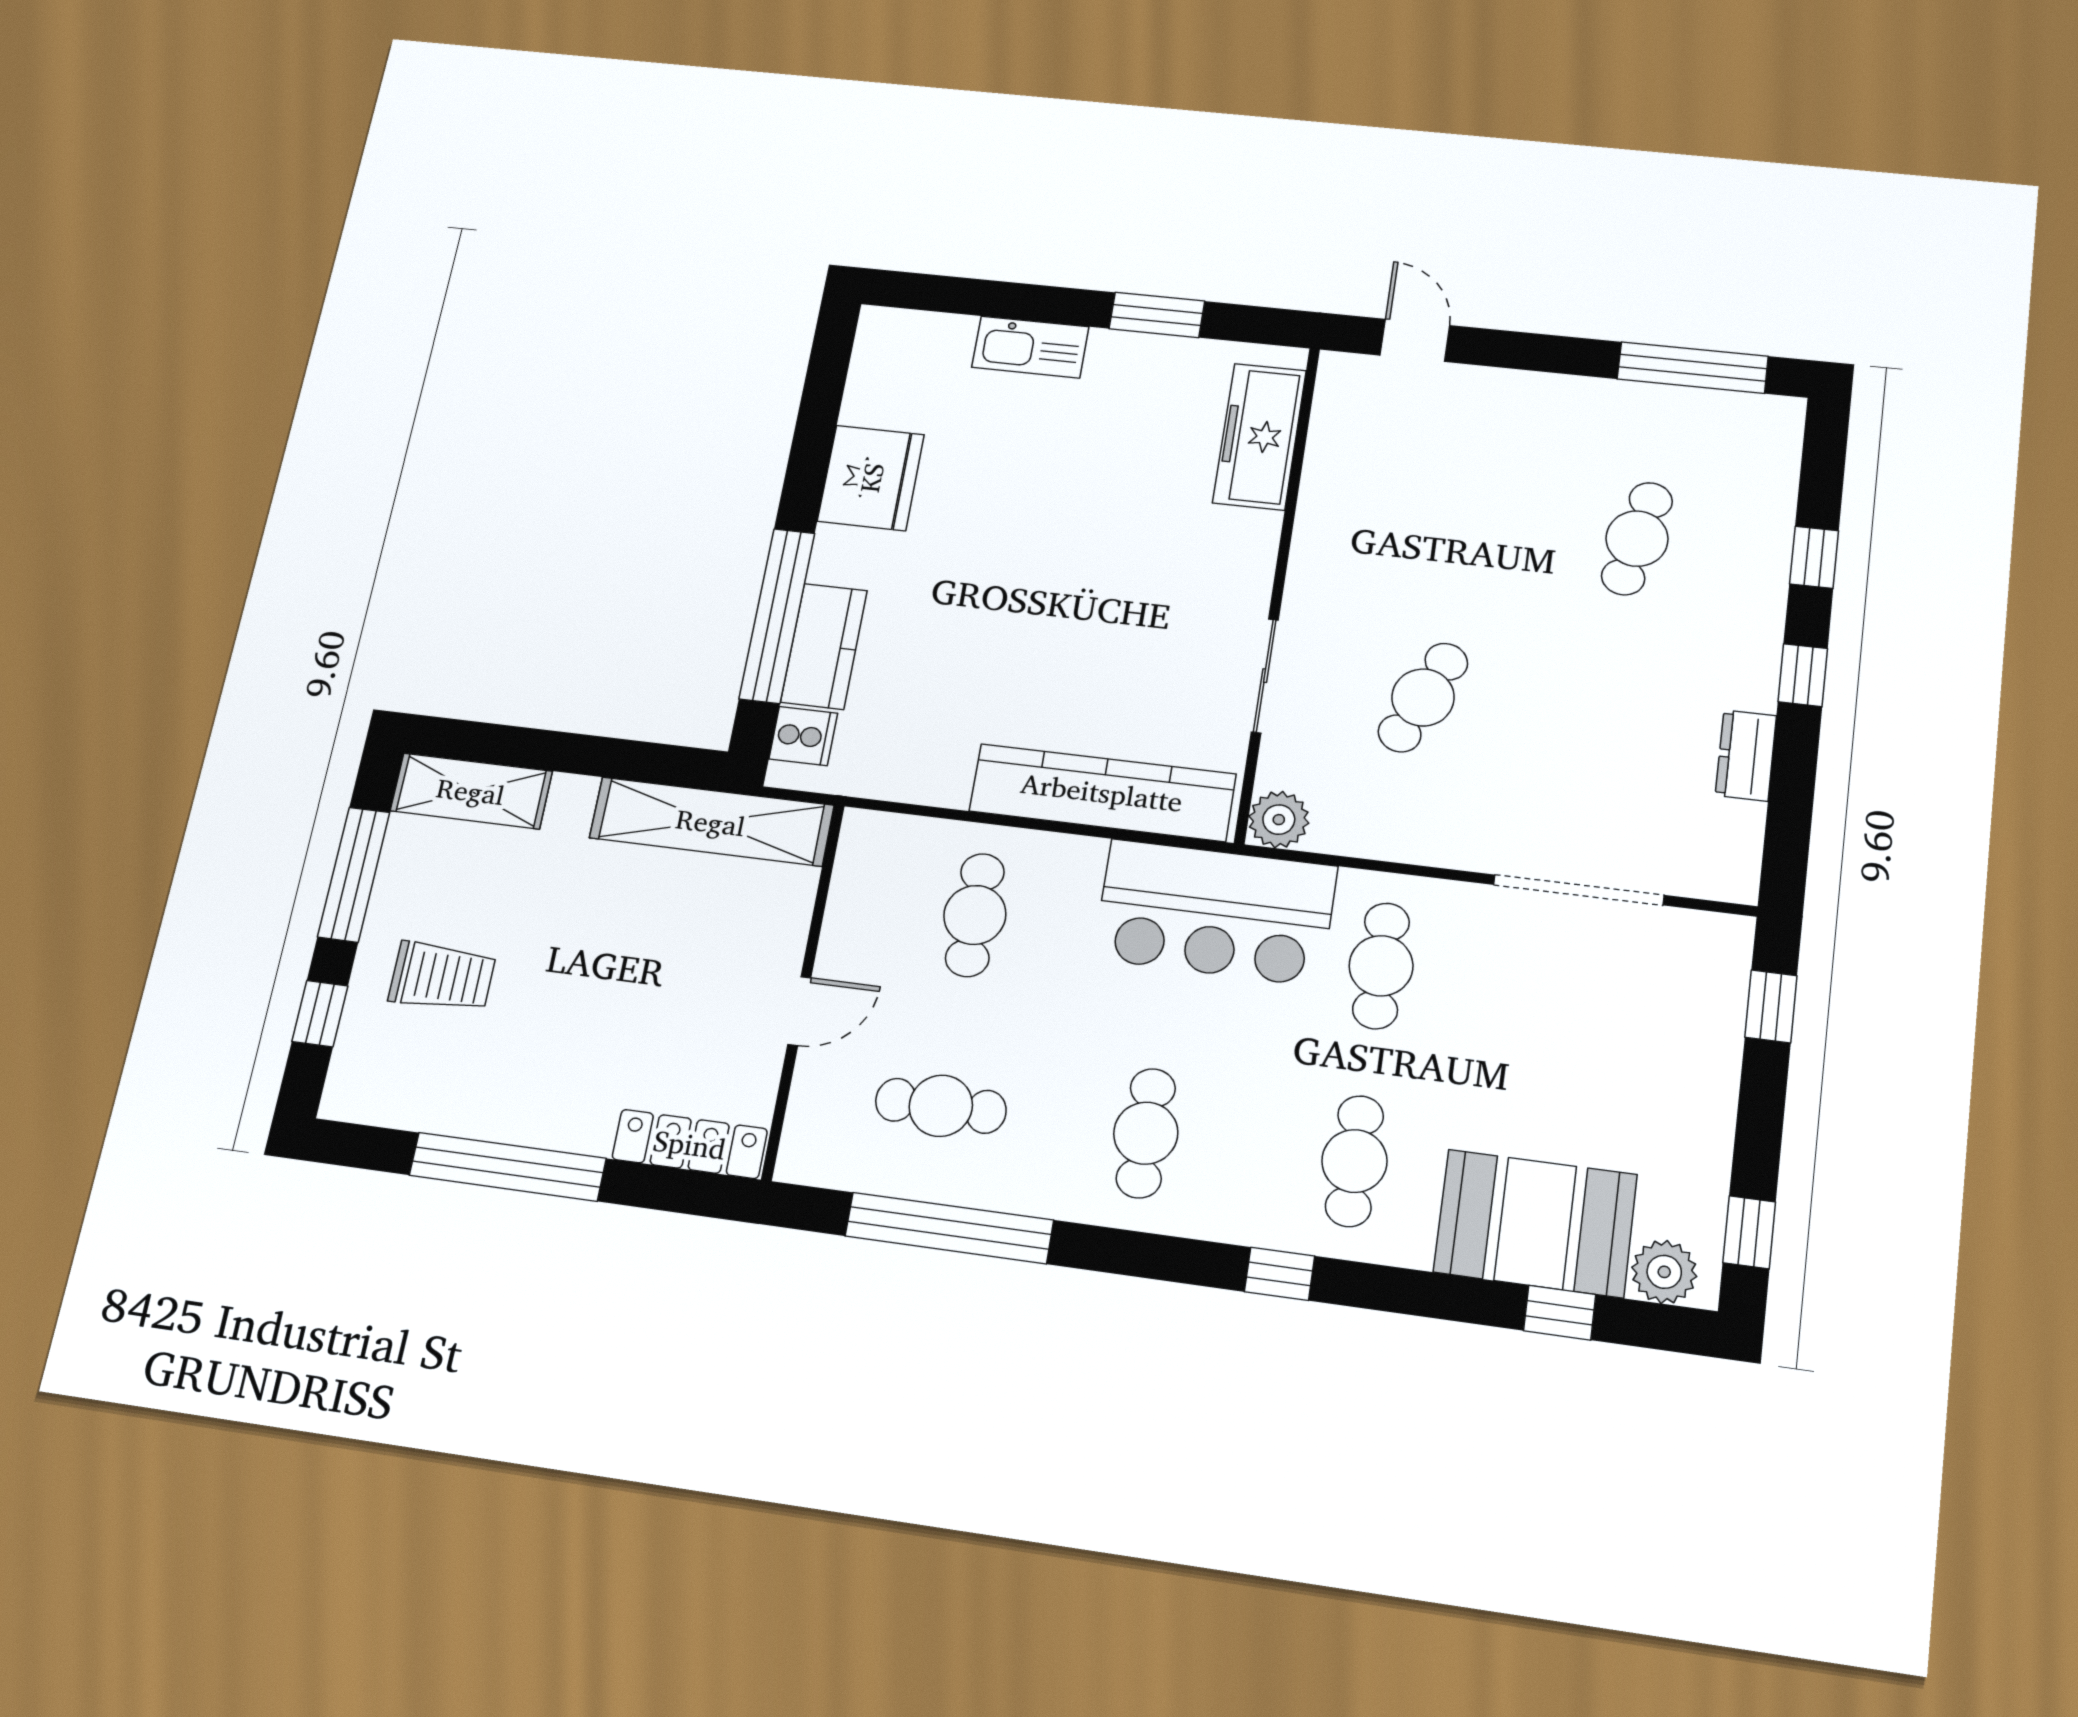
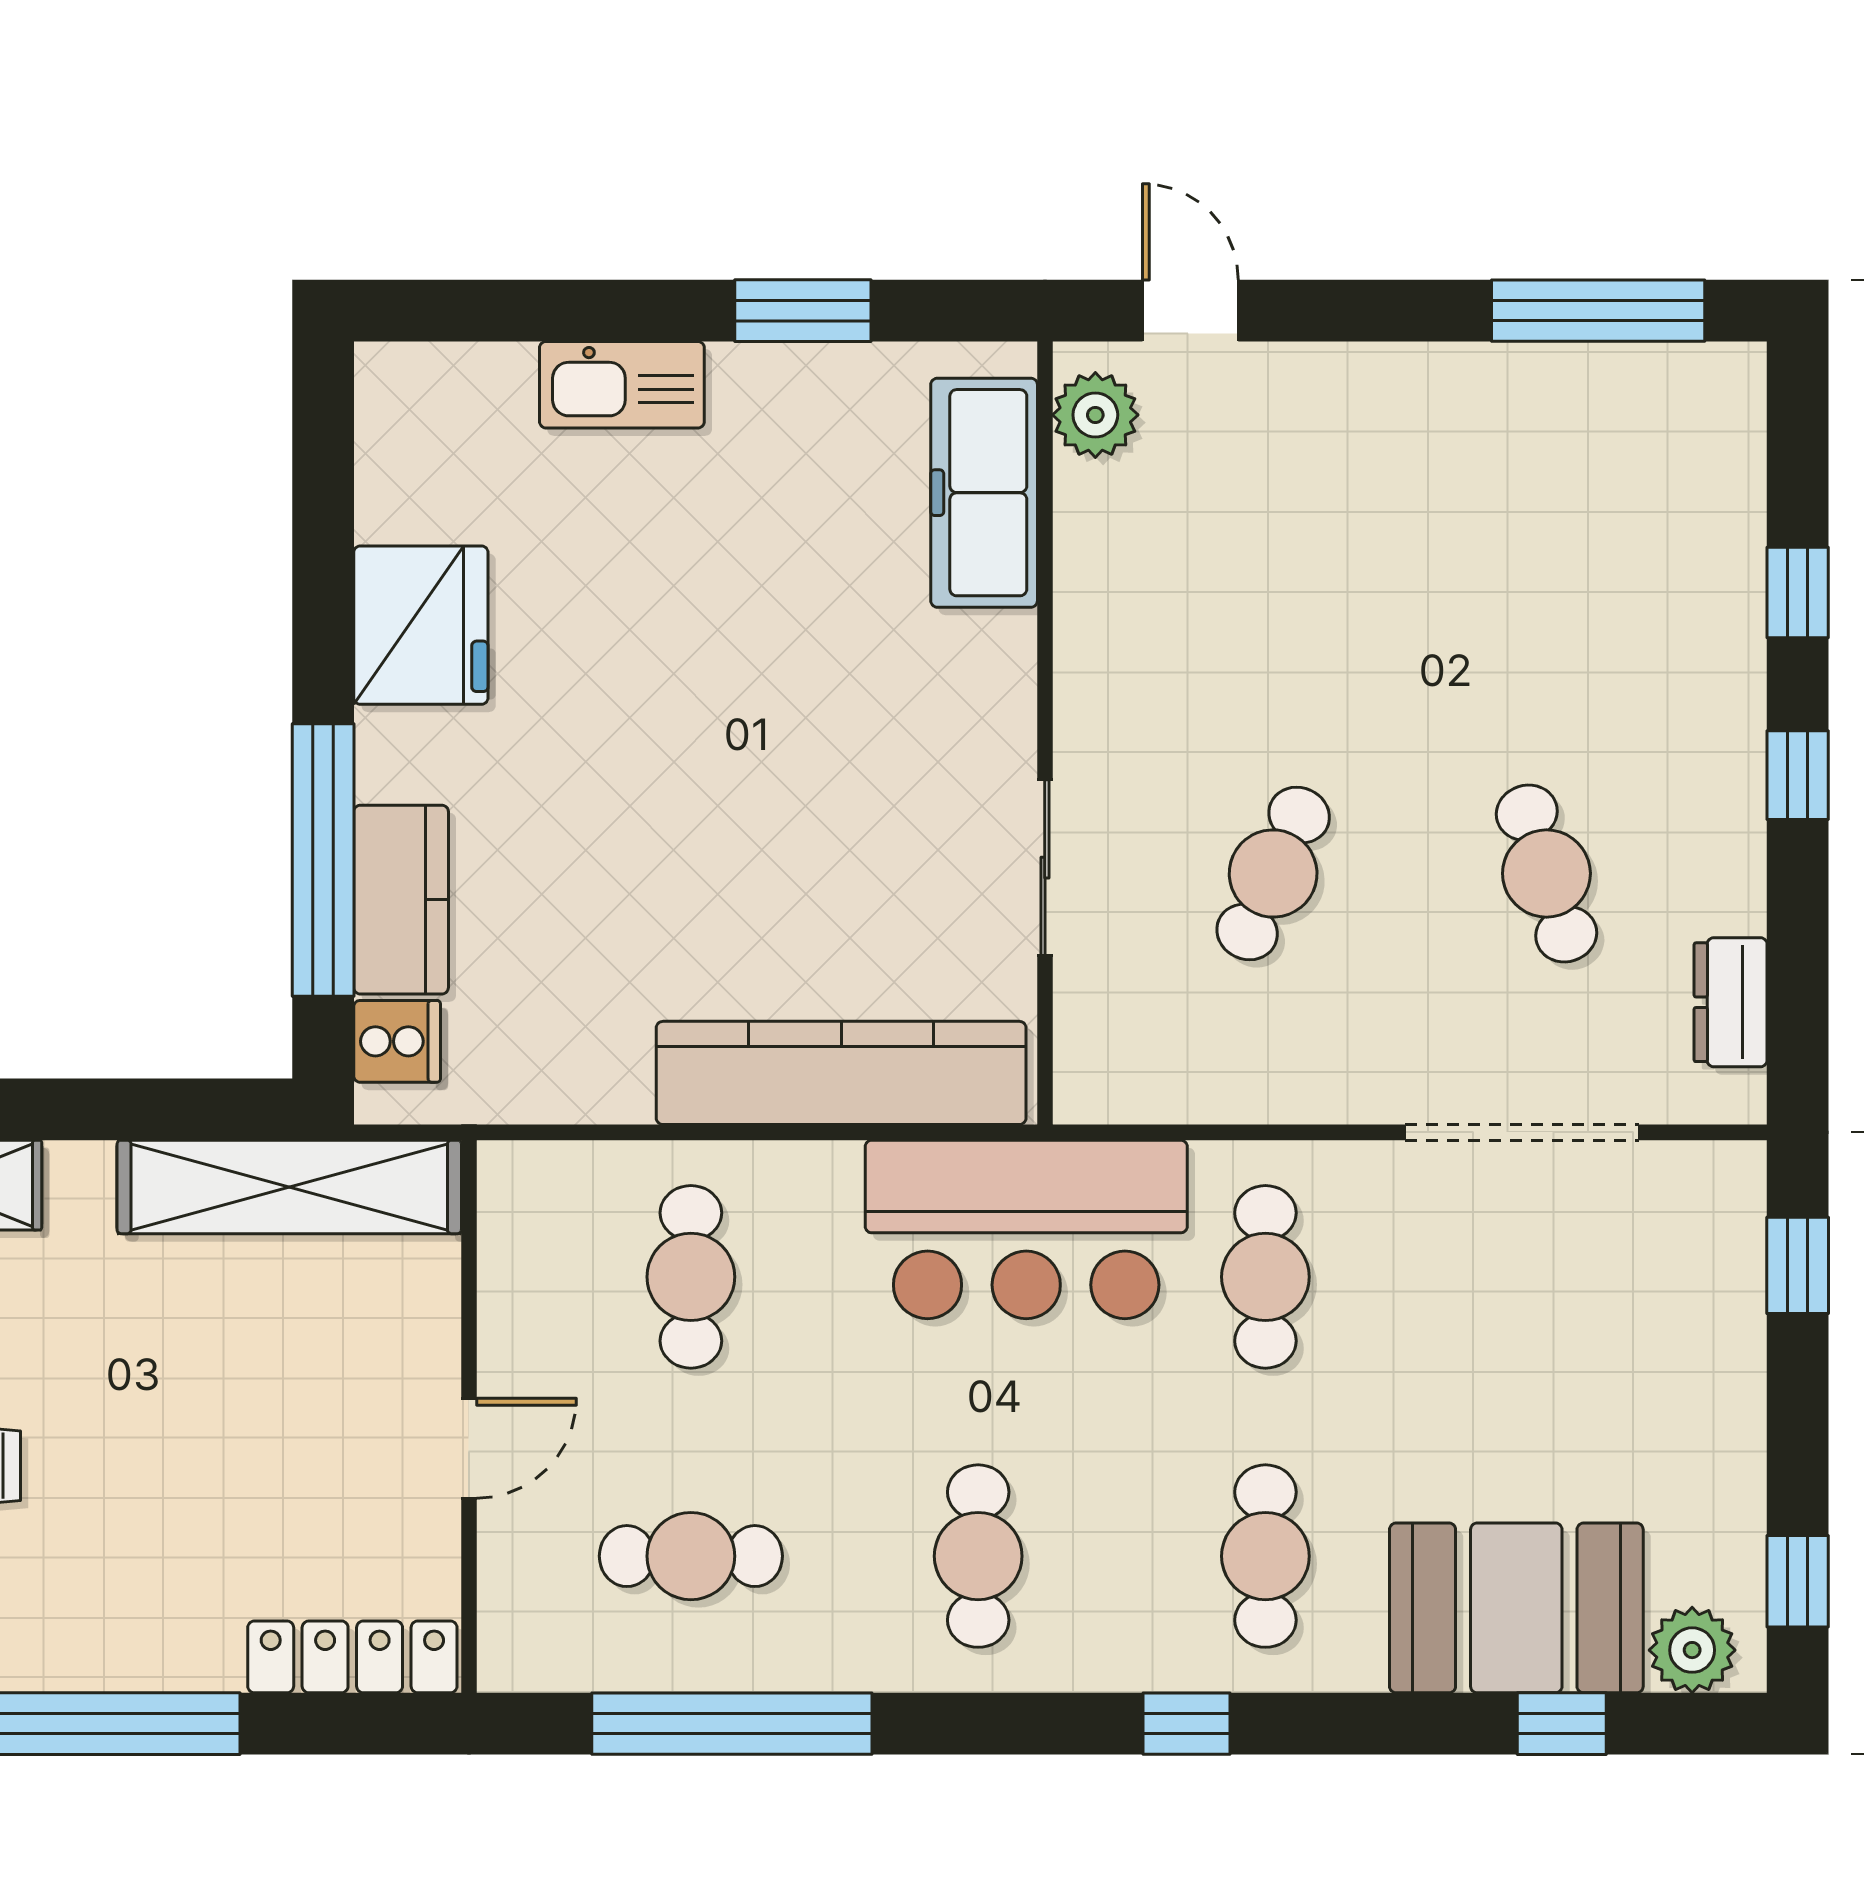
cafe table: (1637, 539) -> (1546, 873), moved, turned -30
dresser: (1746, 755) -> (1731, 1002), moved
plant: (1279, 820) -> (1095, 415), moved

